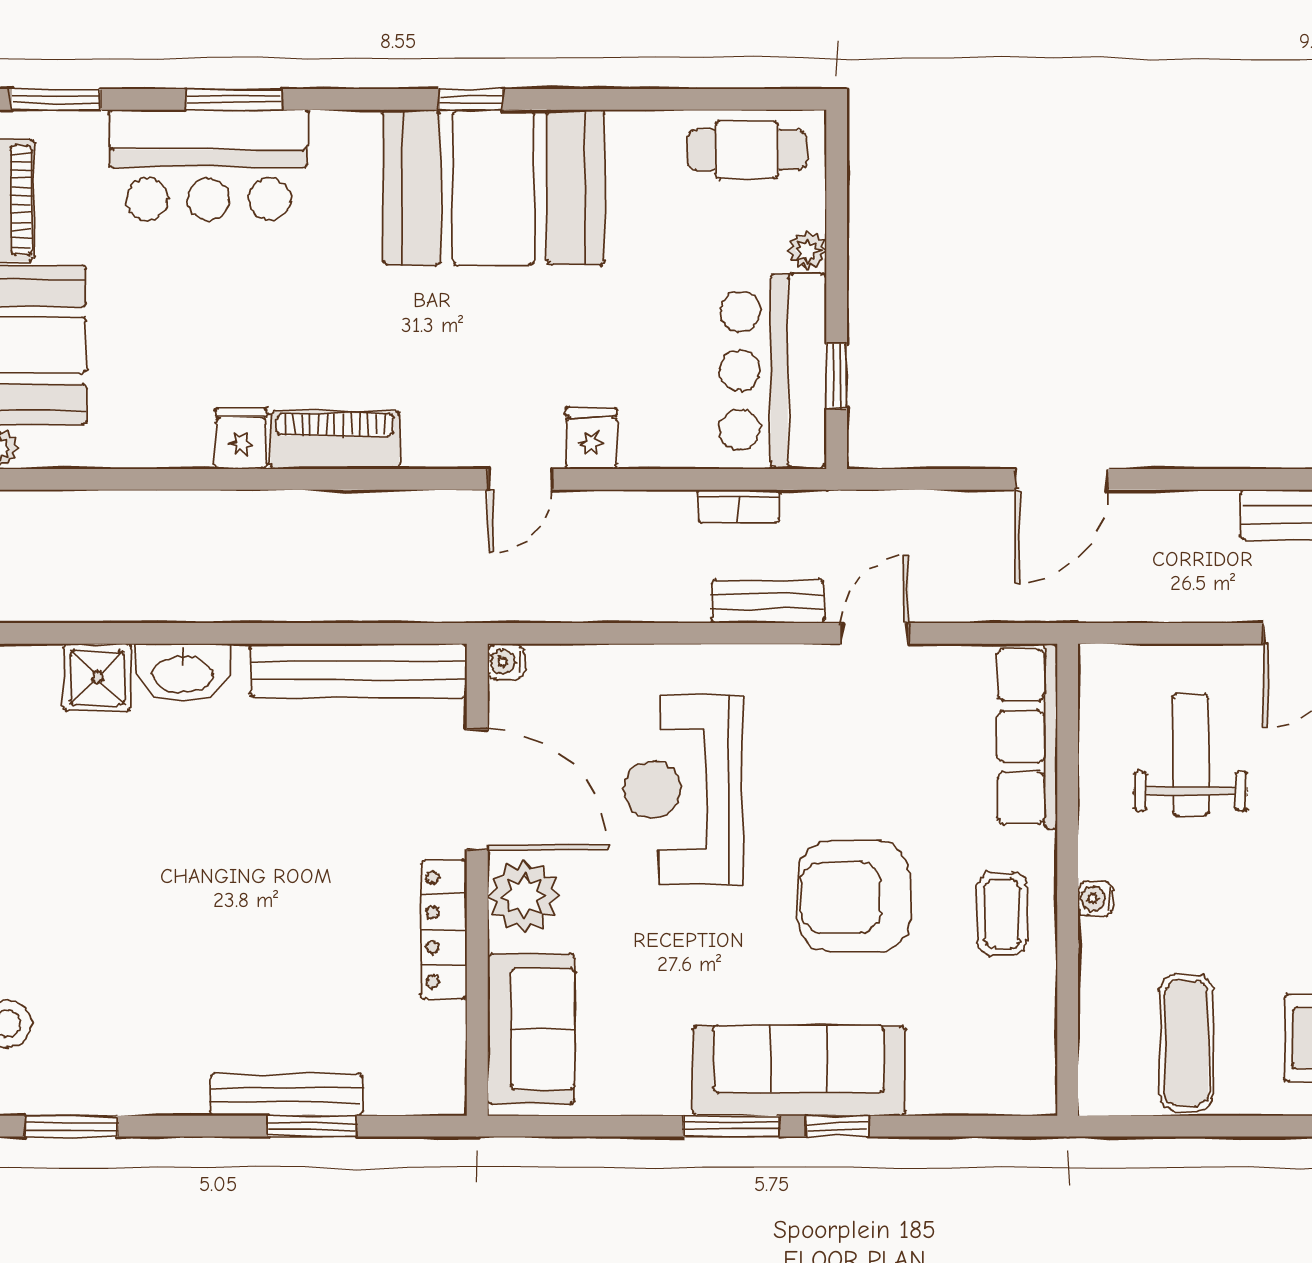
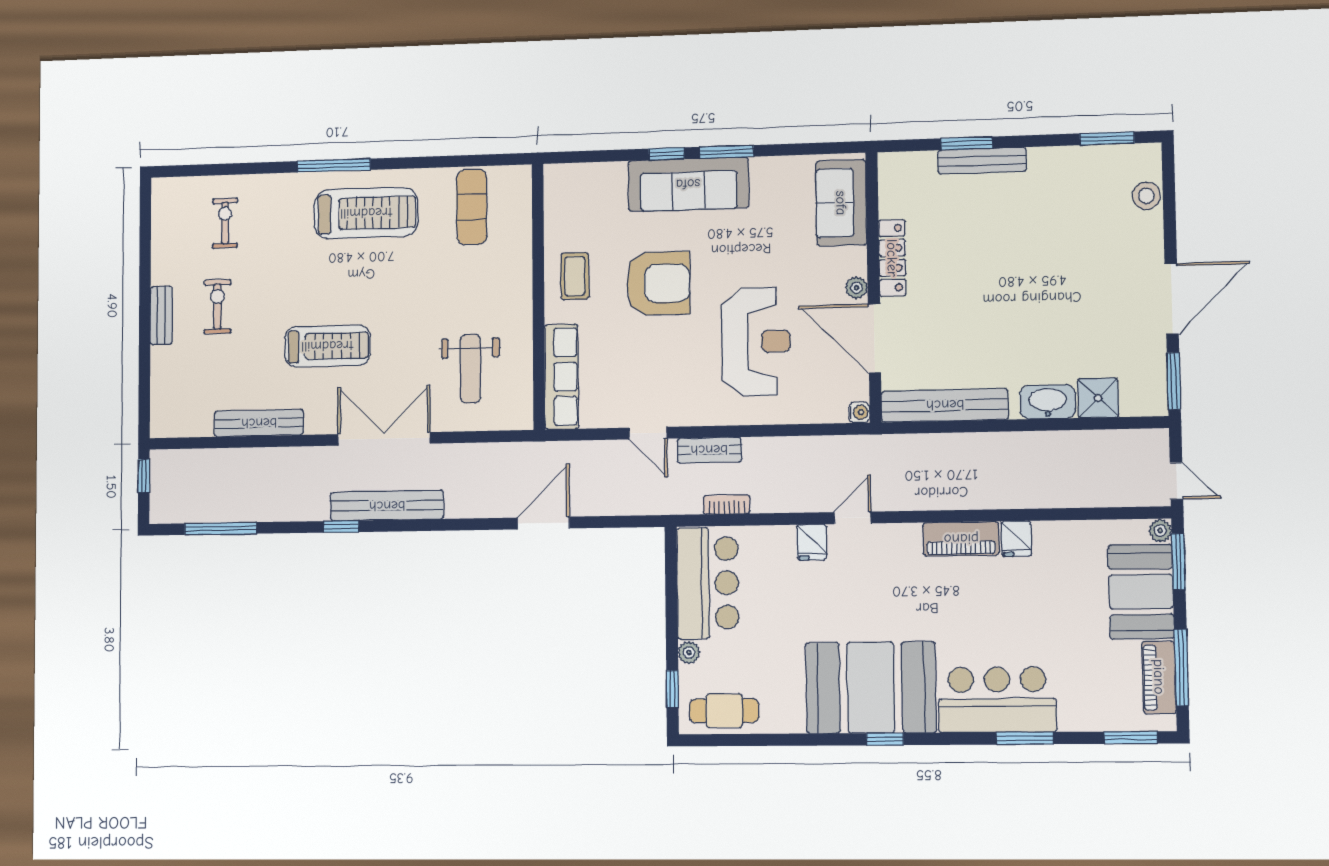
bar counter: (208, 165) -> (997, 700), moved
window: (837, 376) -> (672, 689), moved
door: (875, 633) -> (648, 433), hinge flipped
plant: (524, 896) -> (856, 288), width x0.53, depth x0.53
water cooler: (1096, 899) -> (523, 286), removed

